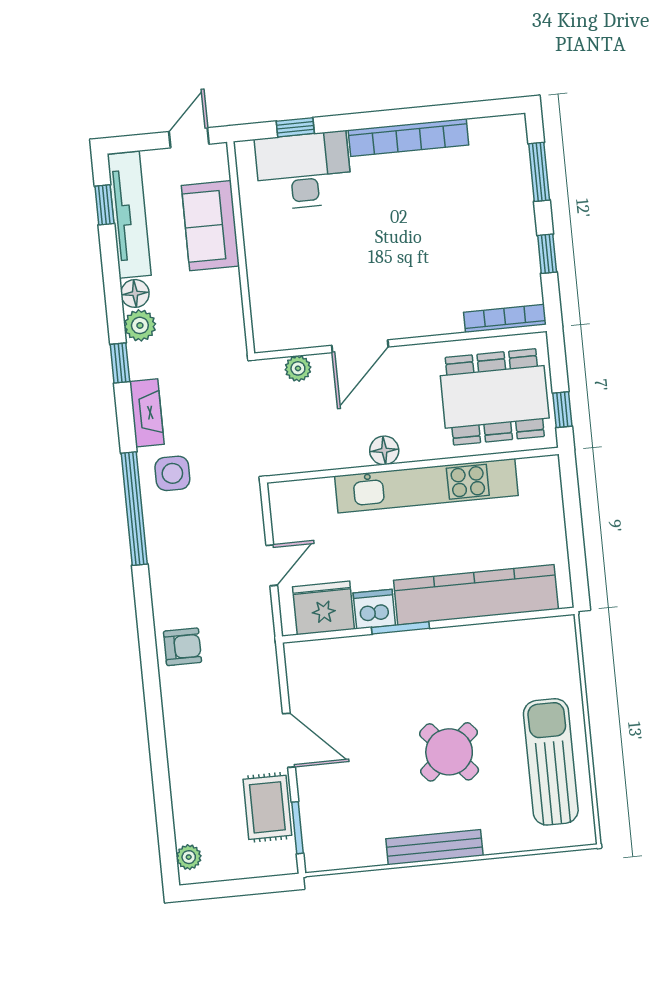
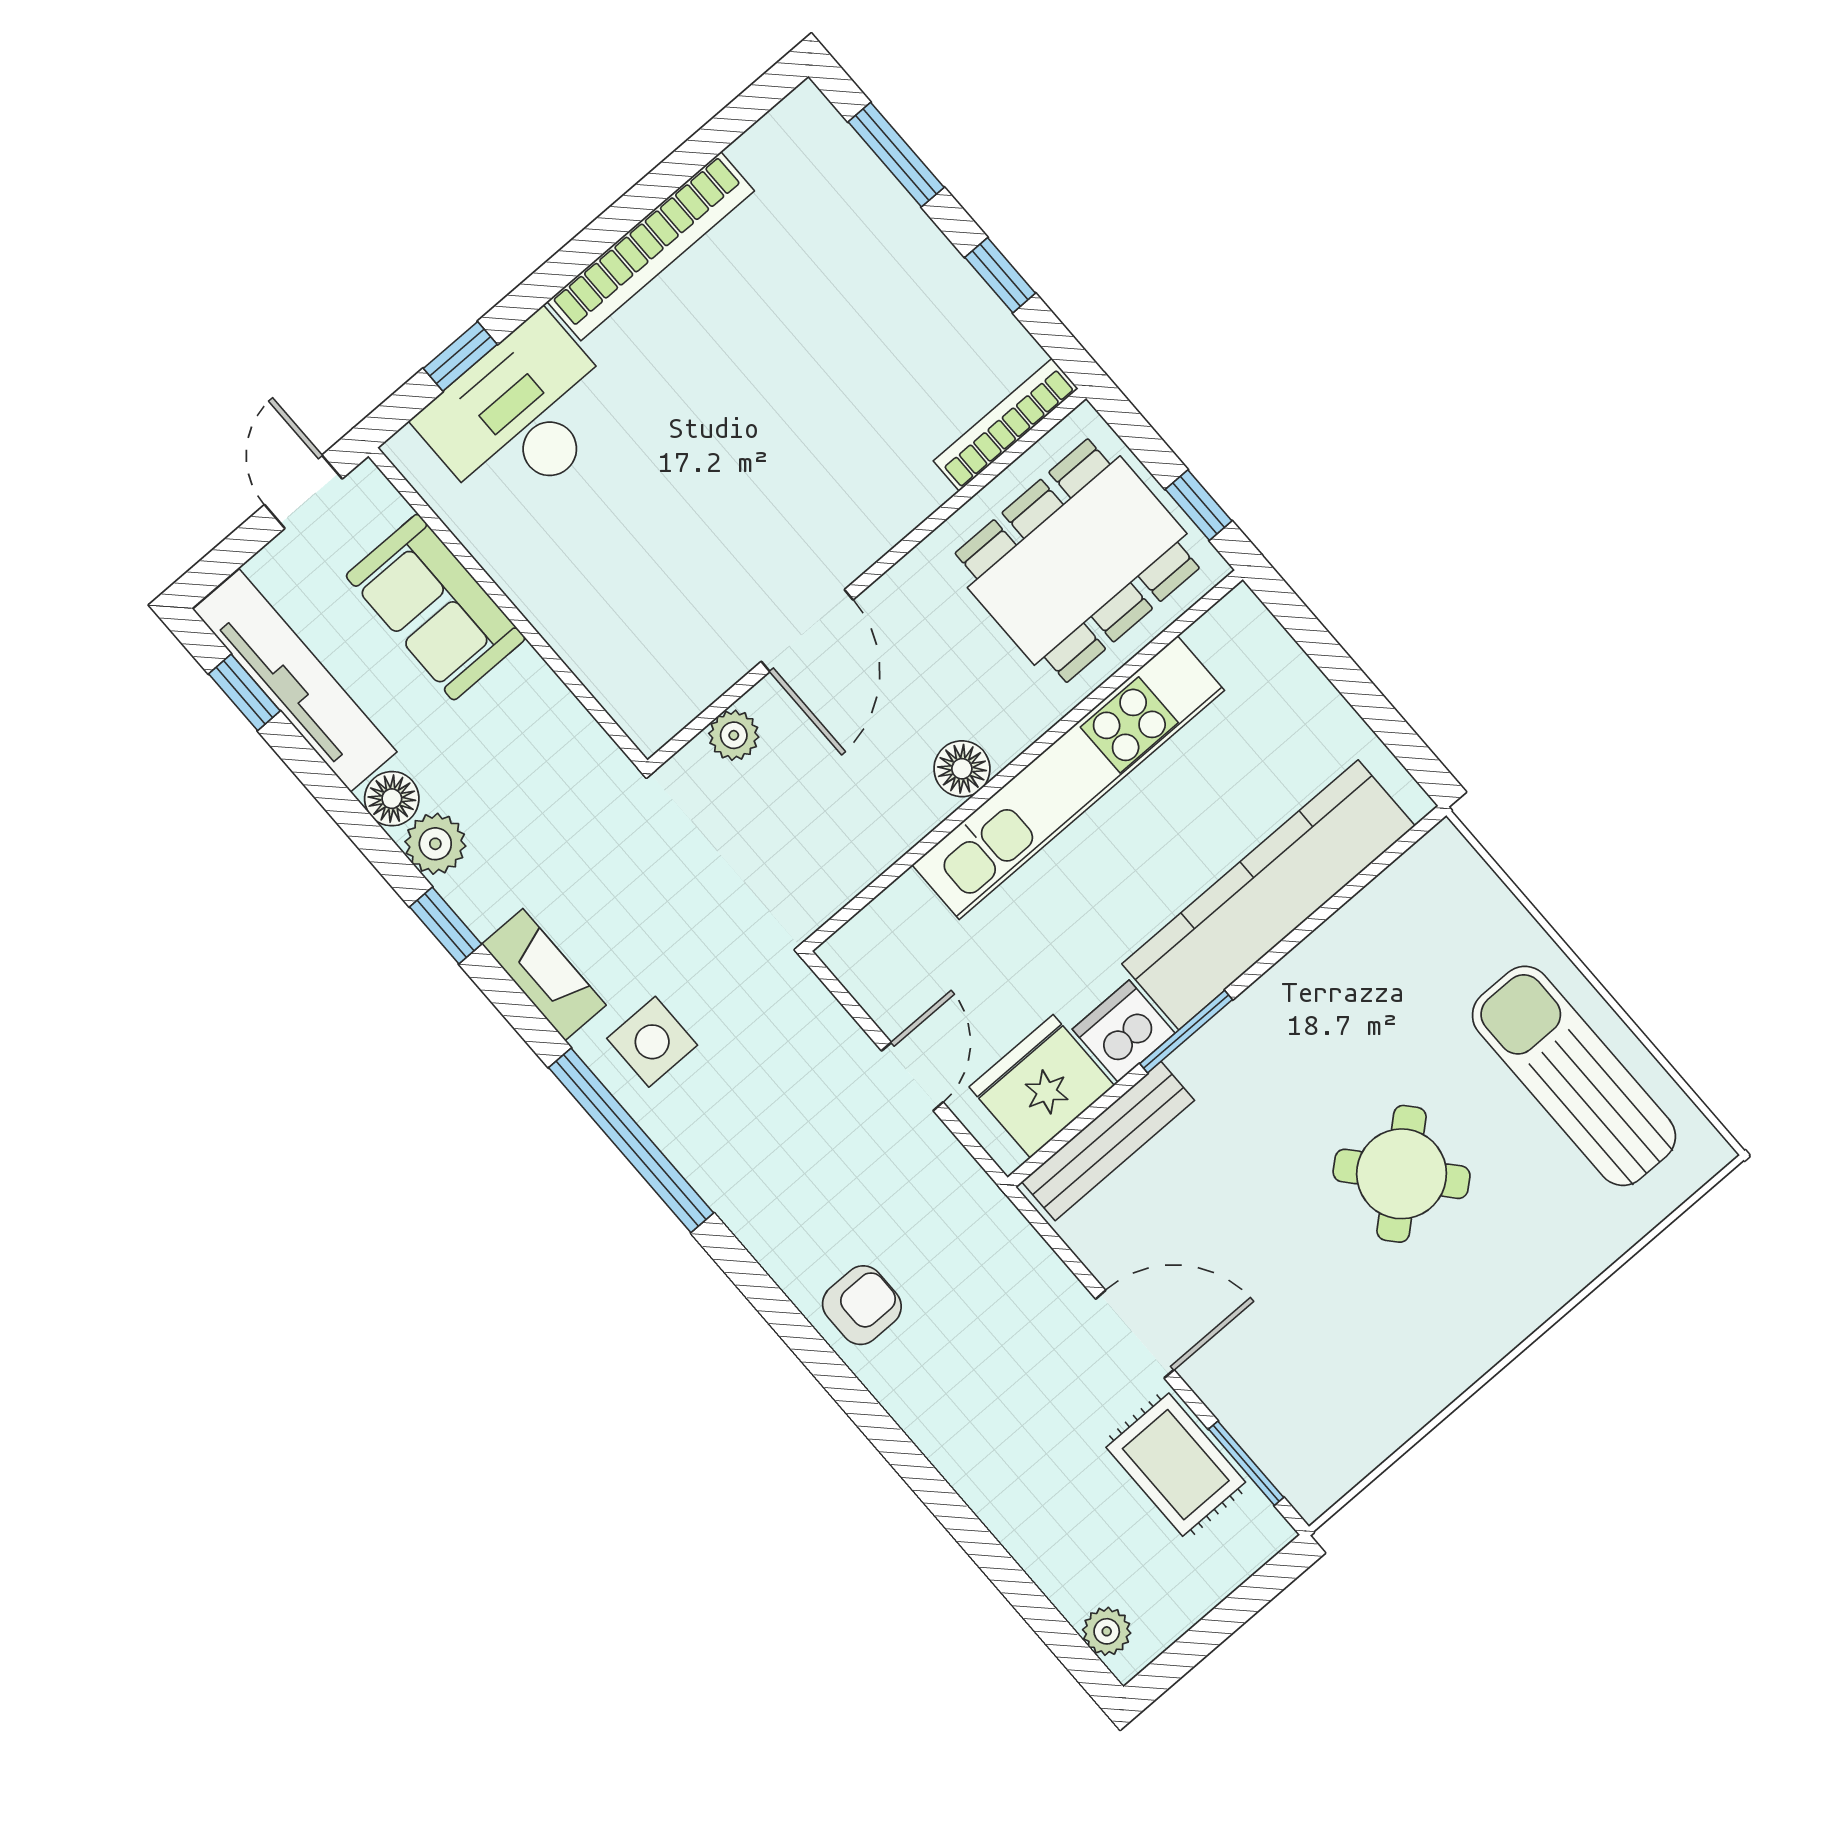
bench: (434, 847) -> (1108, 1141), moved

